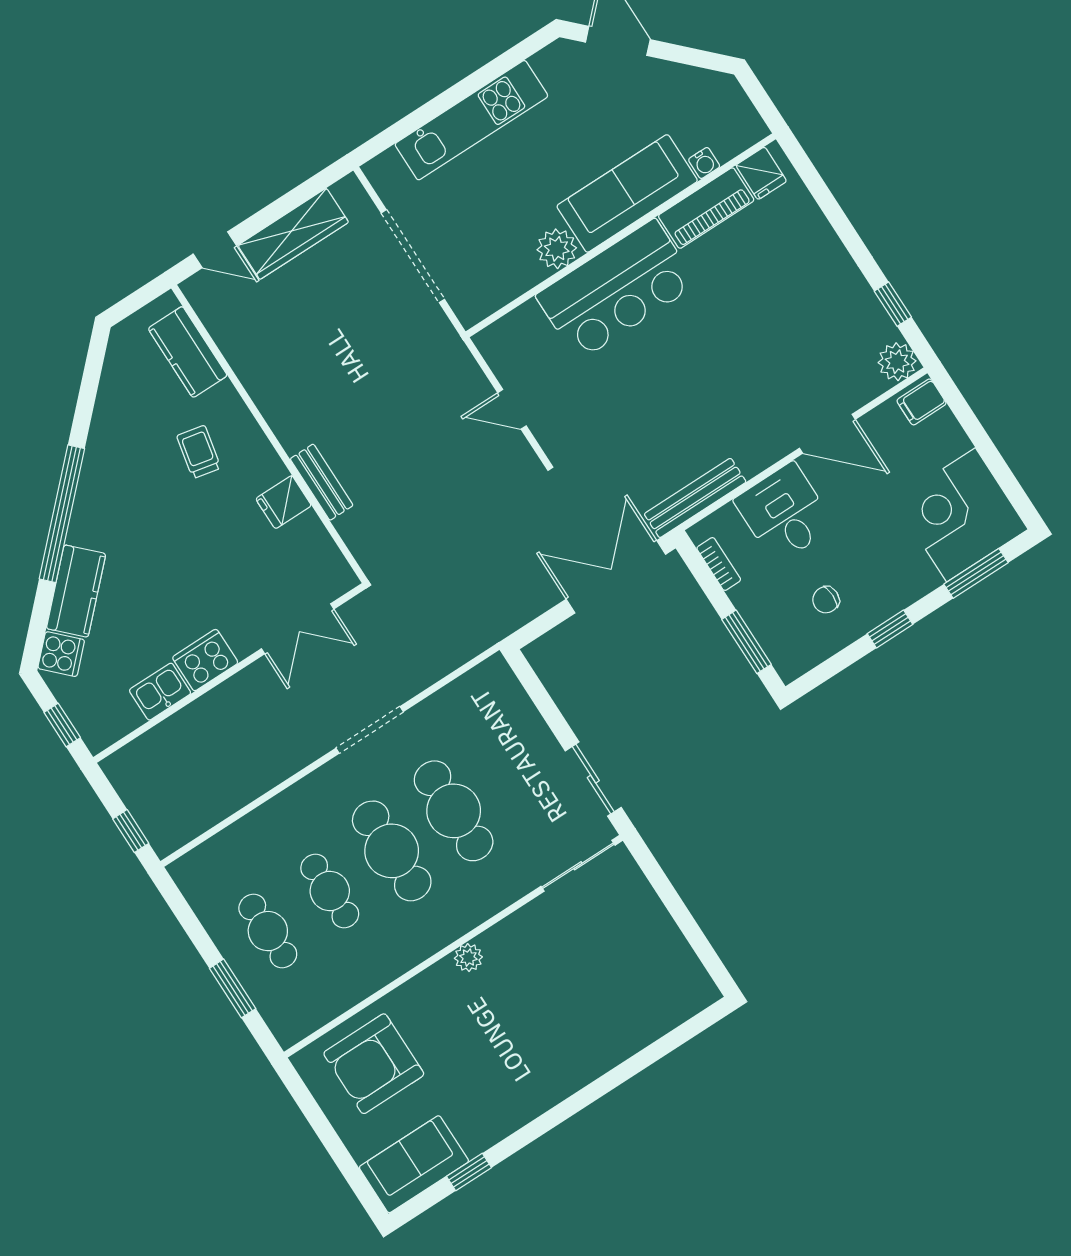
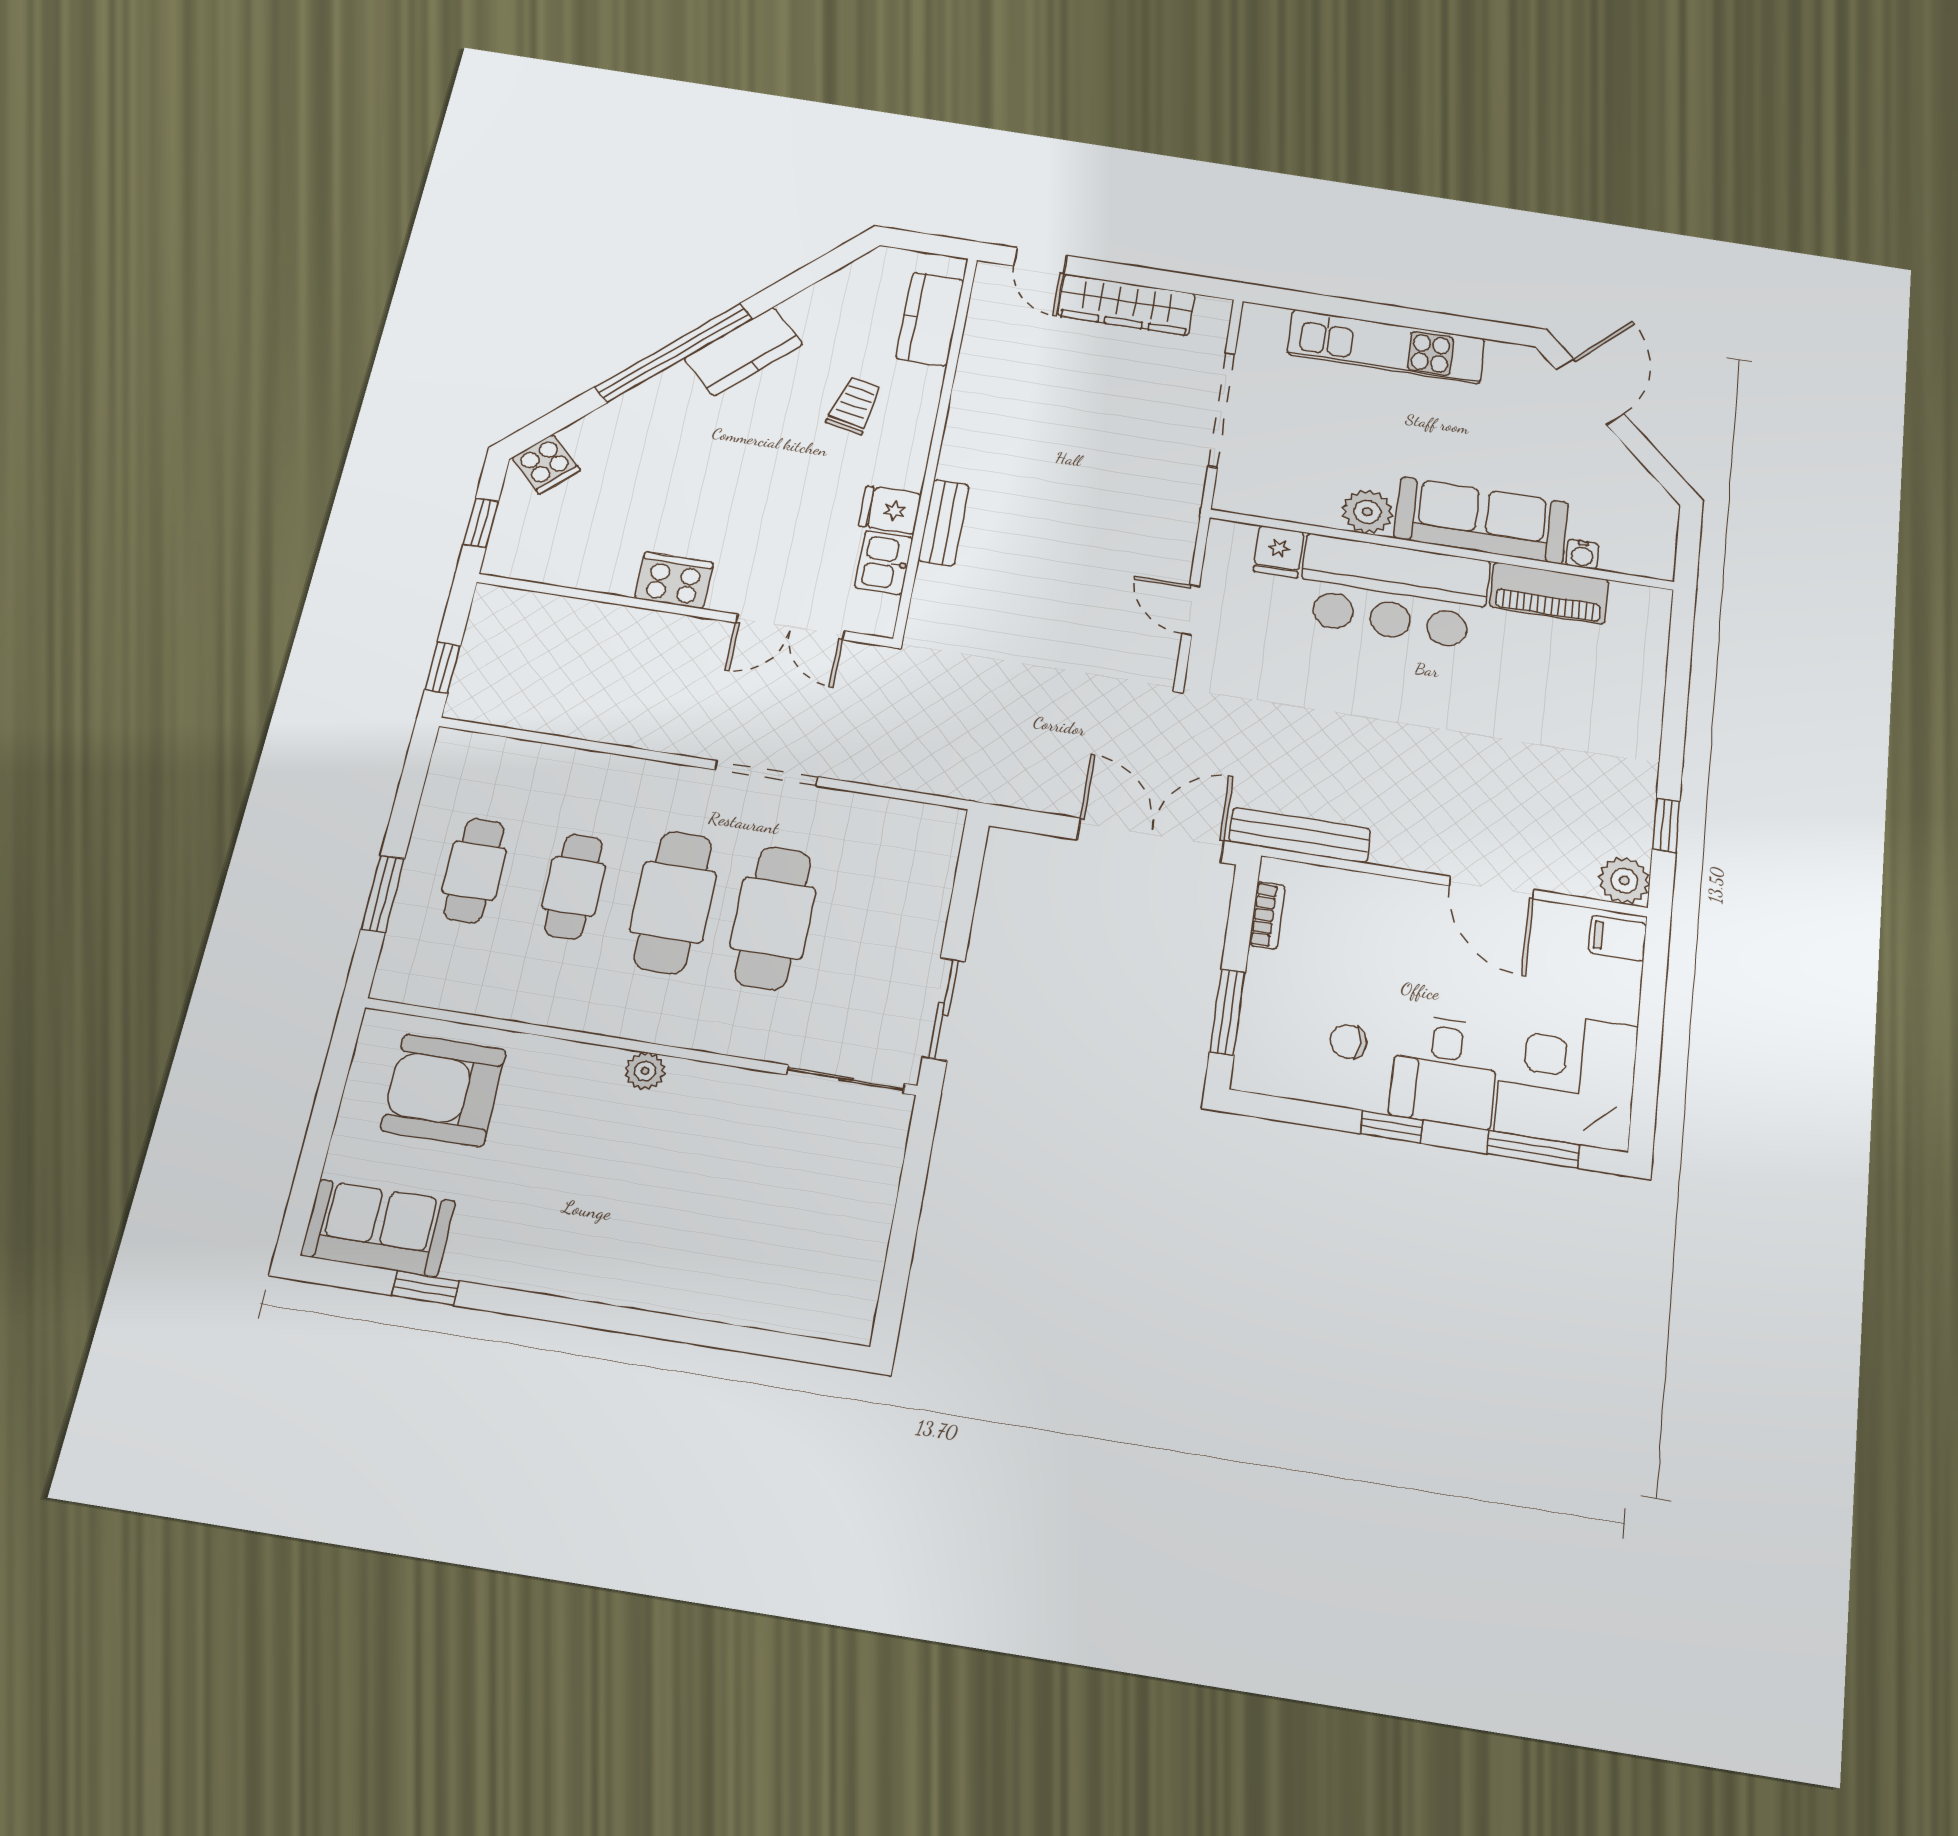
fridge: (761, 173) -> (1279, 552), moved
desk: (784, 513) -> (1444, 1071), moved, turned 180
kitchen counter: (76, 591) -> (744, 351), moved
kitchen sink: (160, 692) -> (884, 563), moved, turned -90

